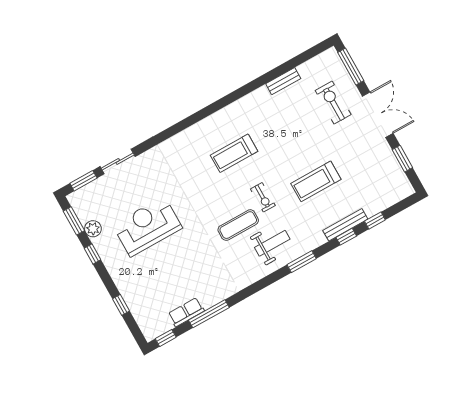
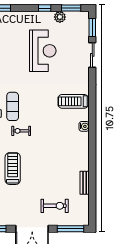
water cooler: (213, 121) -> (84, 126), added
treadmill: (234, 153) -> (73, 101), moved, turned -90

